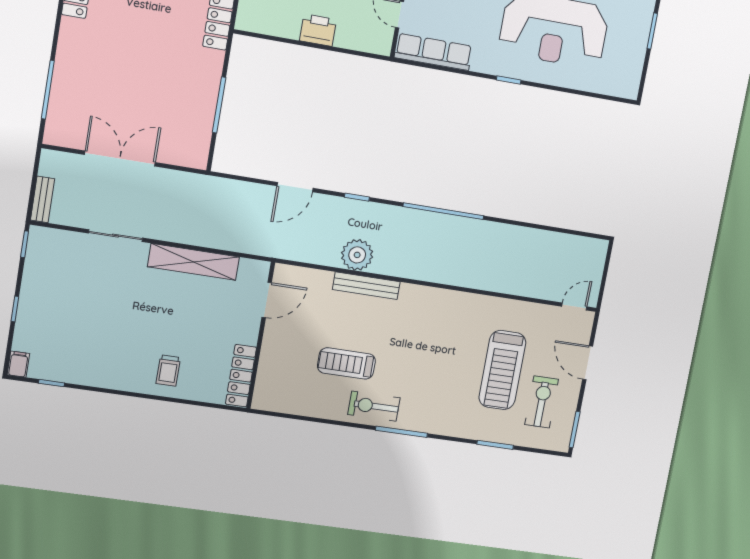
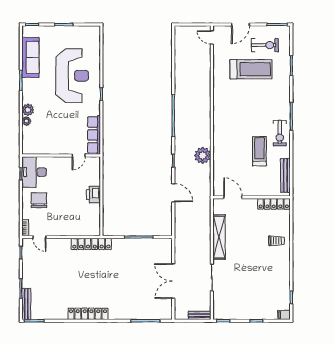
bench: (366, 286) -> (285, 175), moved
treadmill: (346, 363) -> (259, 151), turned 180
exercise bike: (542, 402) -> (265, 45), turned 180

